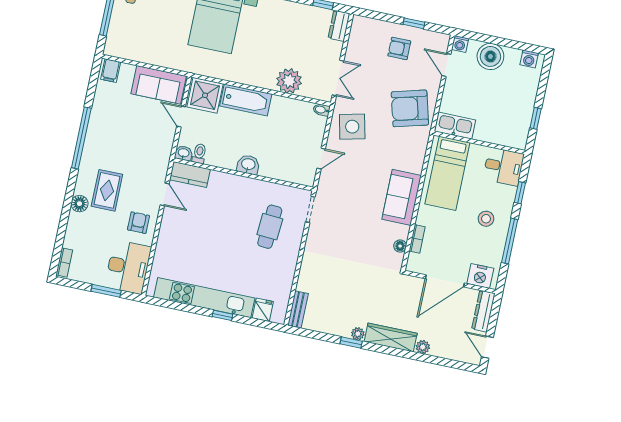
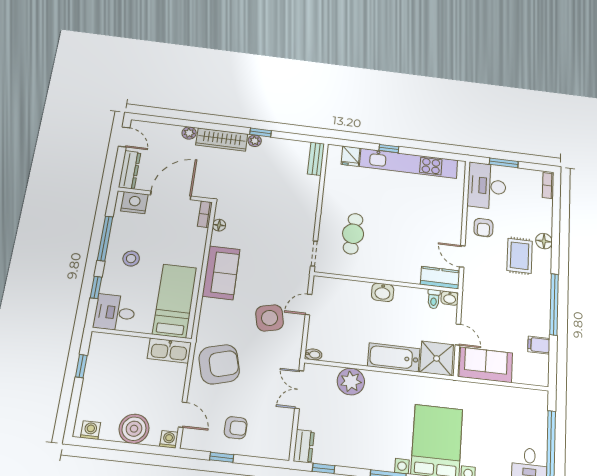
filing cabinet: (111, 71) -> (539, 345), moved, turned -90
side table: (352, 127) -> (270, 318), moved
bookcase: (417, 239) -> (205, 214), moved

